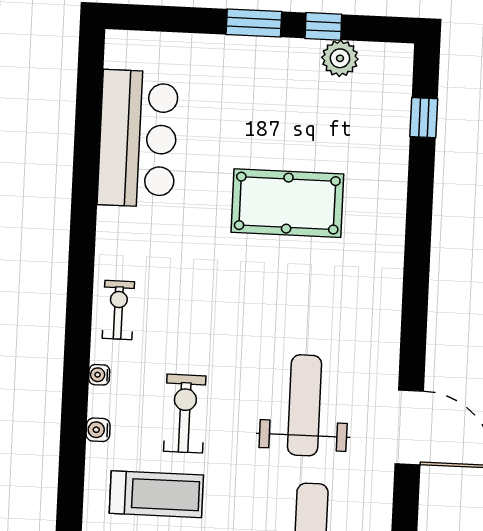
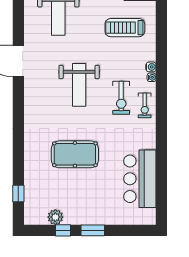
weight bench: (305, 405) -> (79, 85), moved
exercise bike: (185, 414) -> (121, 98), moved
water cooler: (98, 430) -> (151, 67), moved

